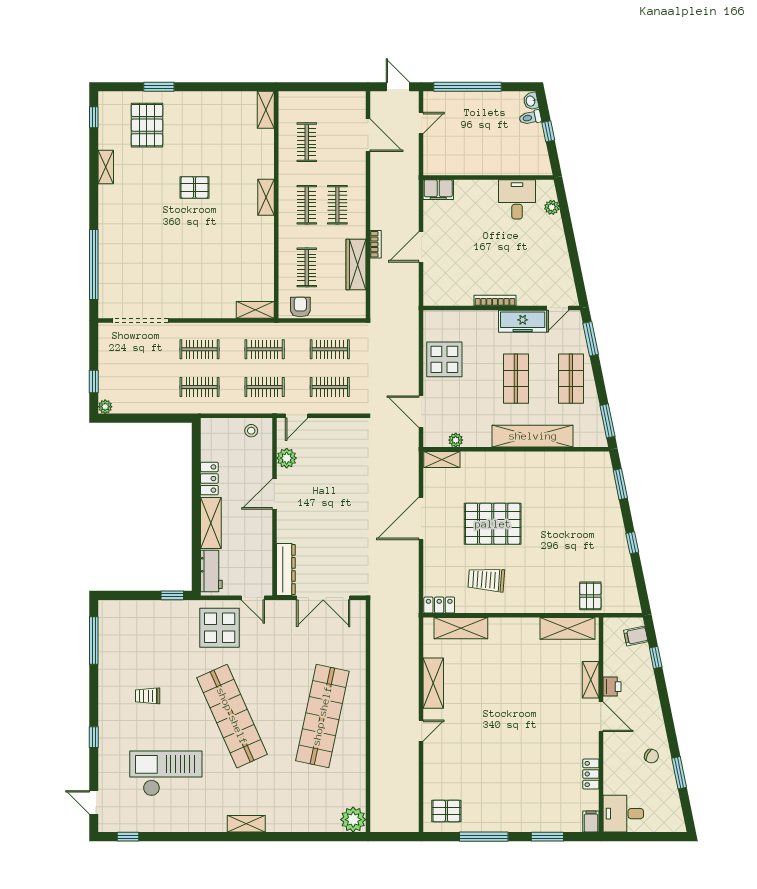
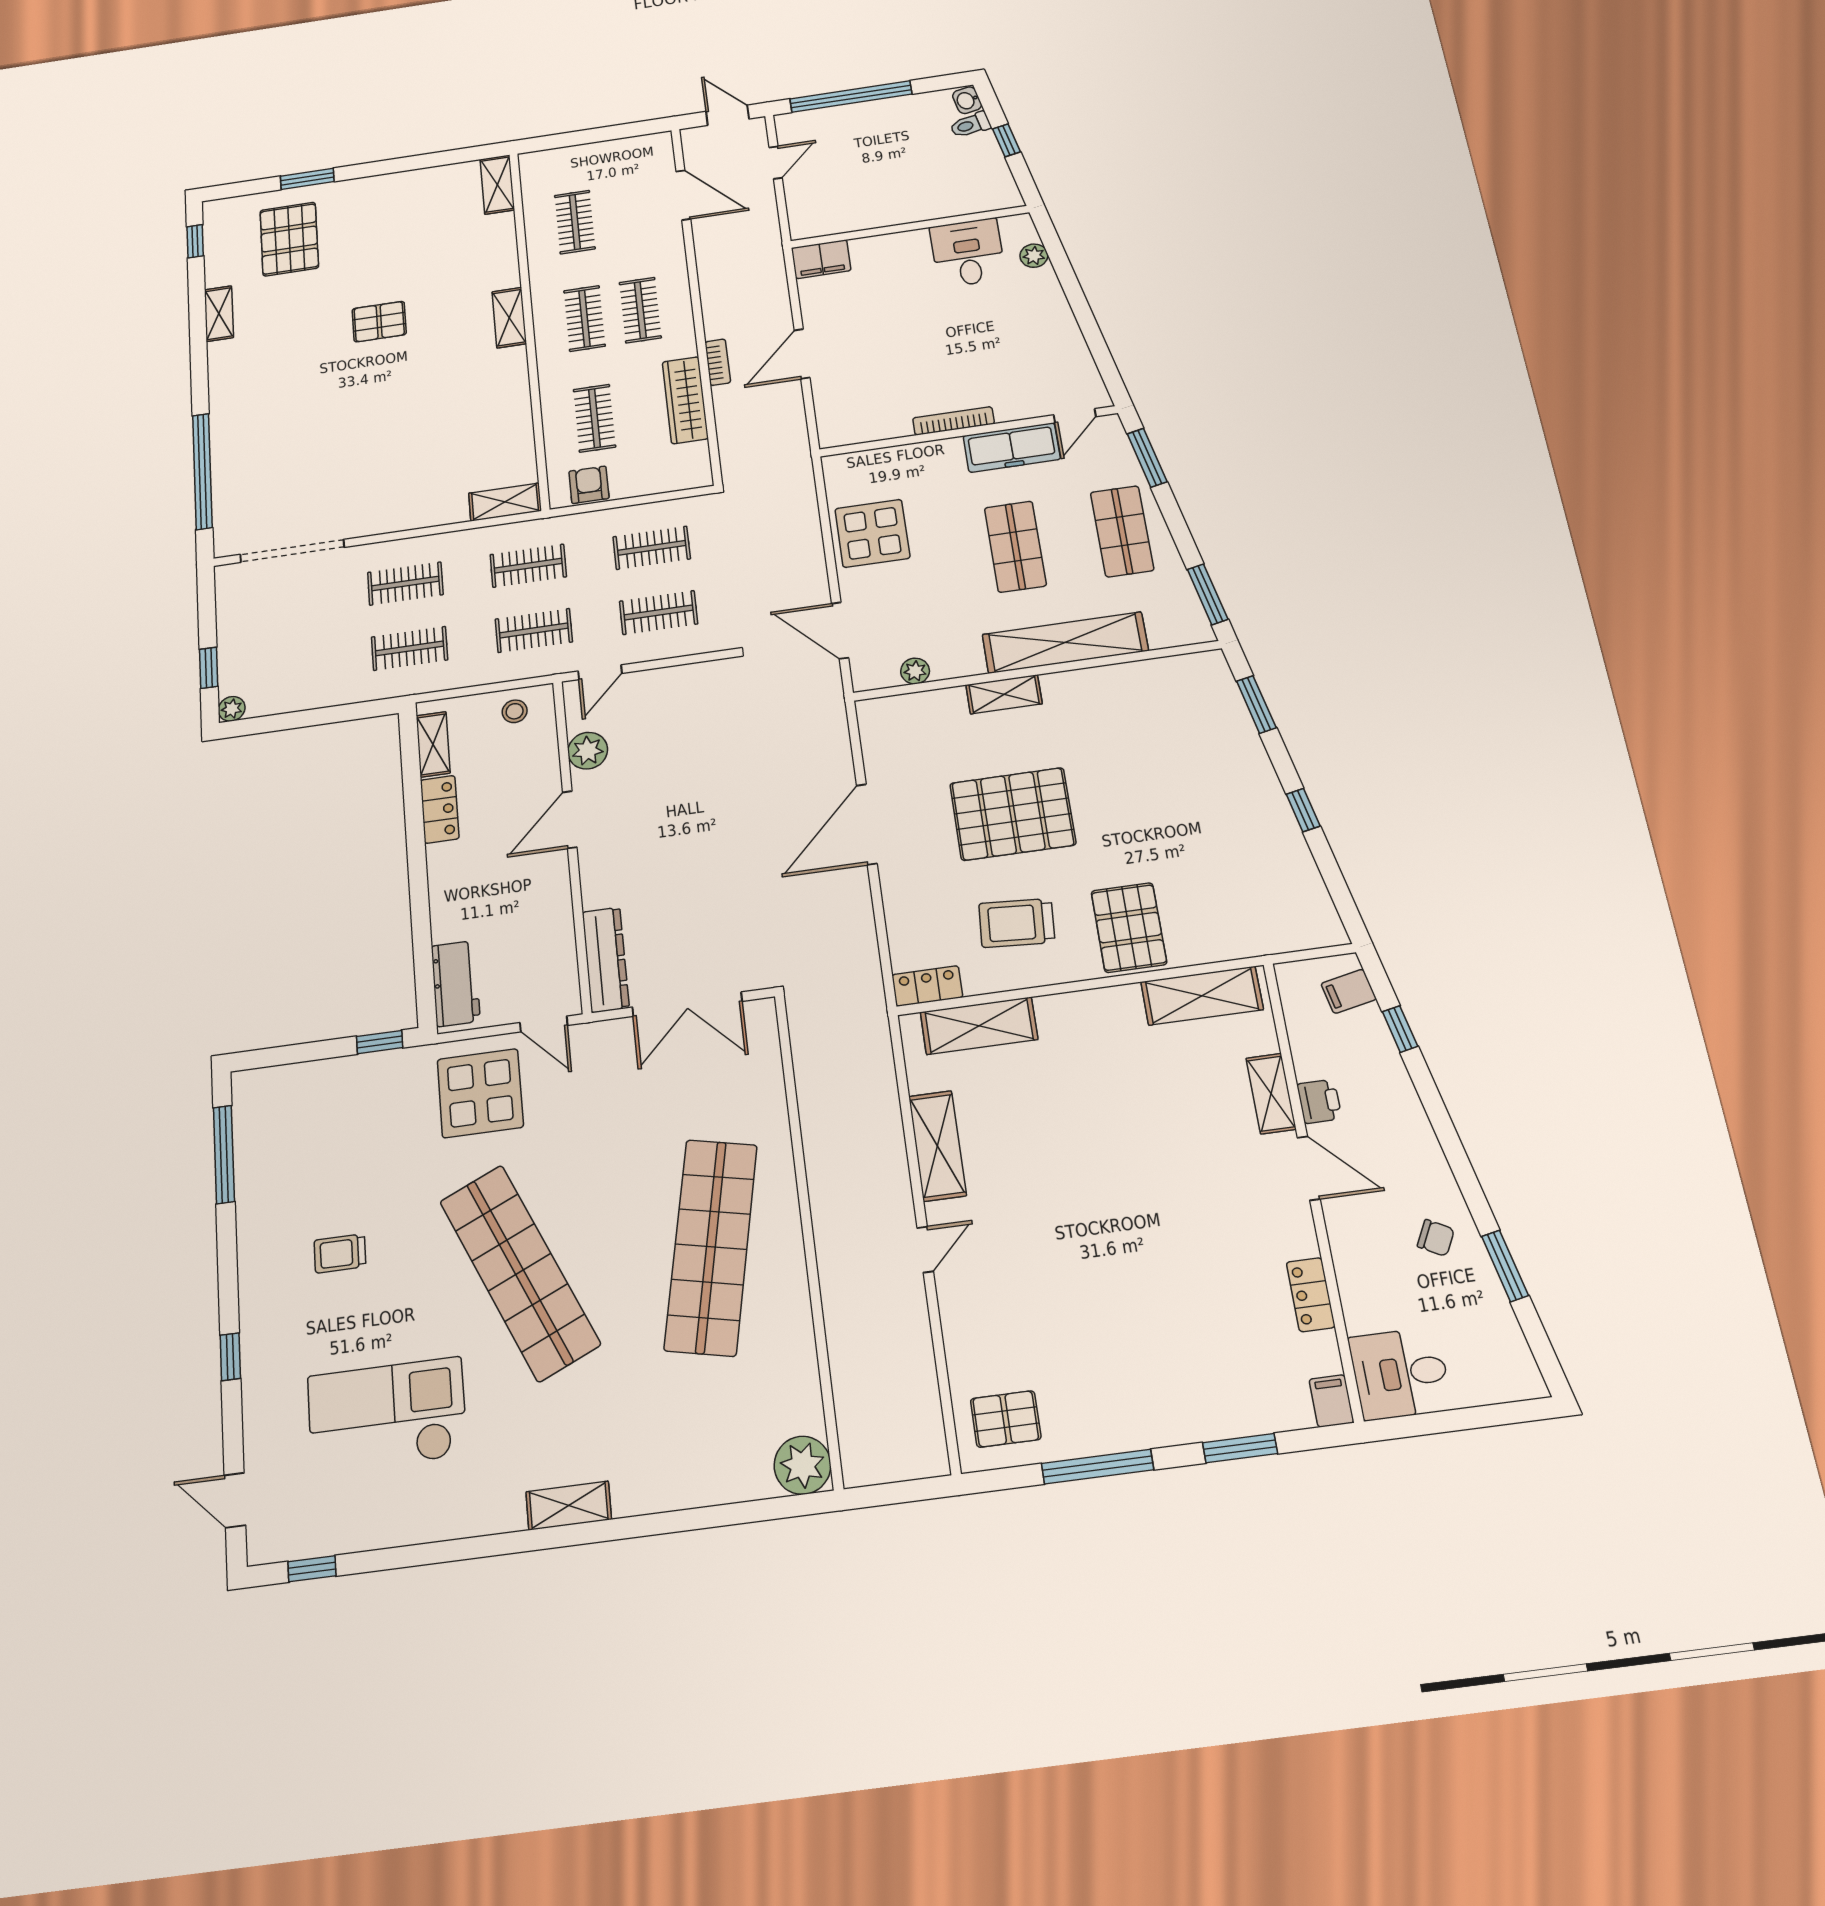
shelving: (442, 460) -> (1004, 694), moved
shelving: (211, 523) -> (433, 744), moved, width x0.67, depth x0.75
pallet: (590, 596) -> (1129, 928), moved, width x1.50, depth x1.42

